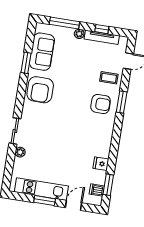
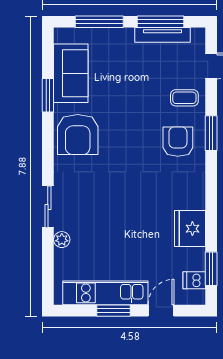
window: (102, 29) -> (160, 22), width x2.17
plant: (79, 34) -> (126, 35), removed
armchair: (101, 104) -> (178, 142), turned -90
fridge: (101, 164) -> (190, 229), width x1.88, depth x1.34

